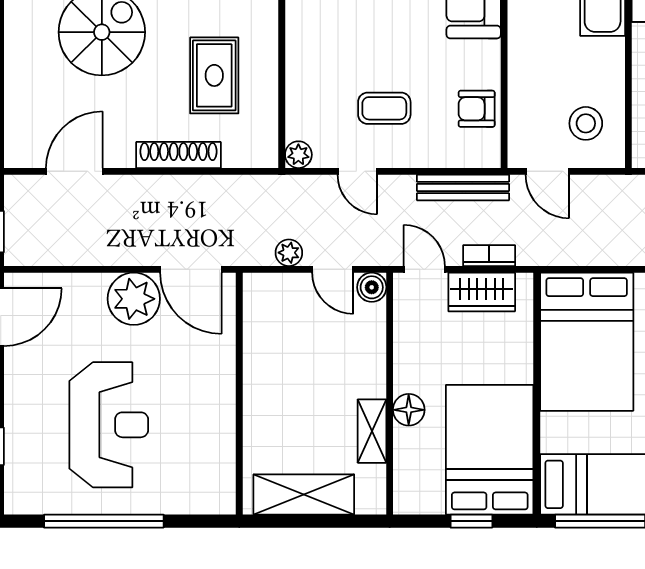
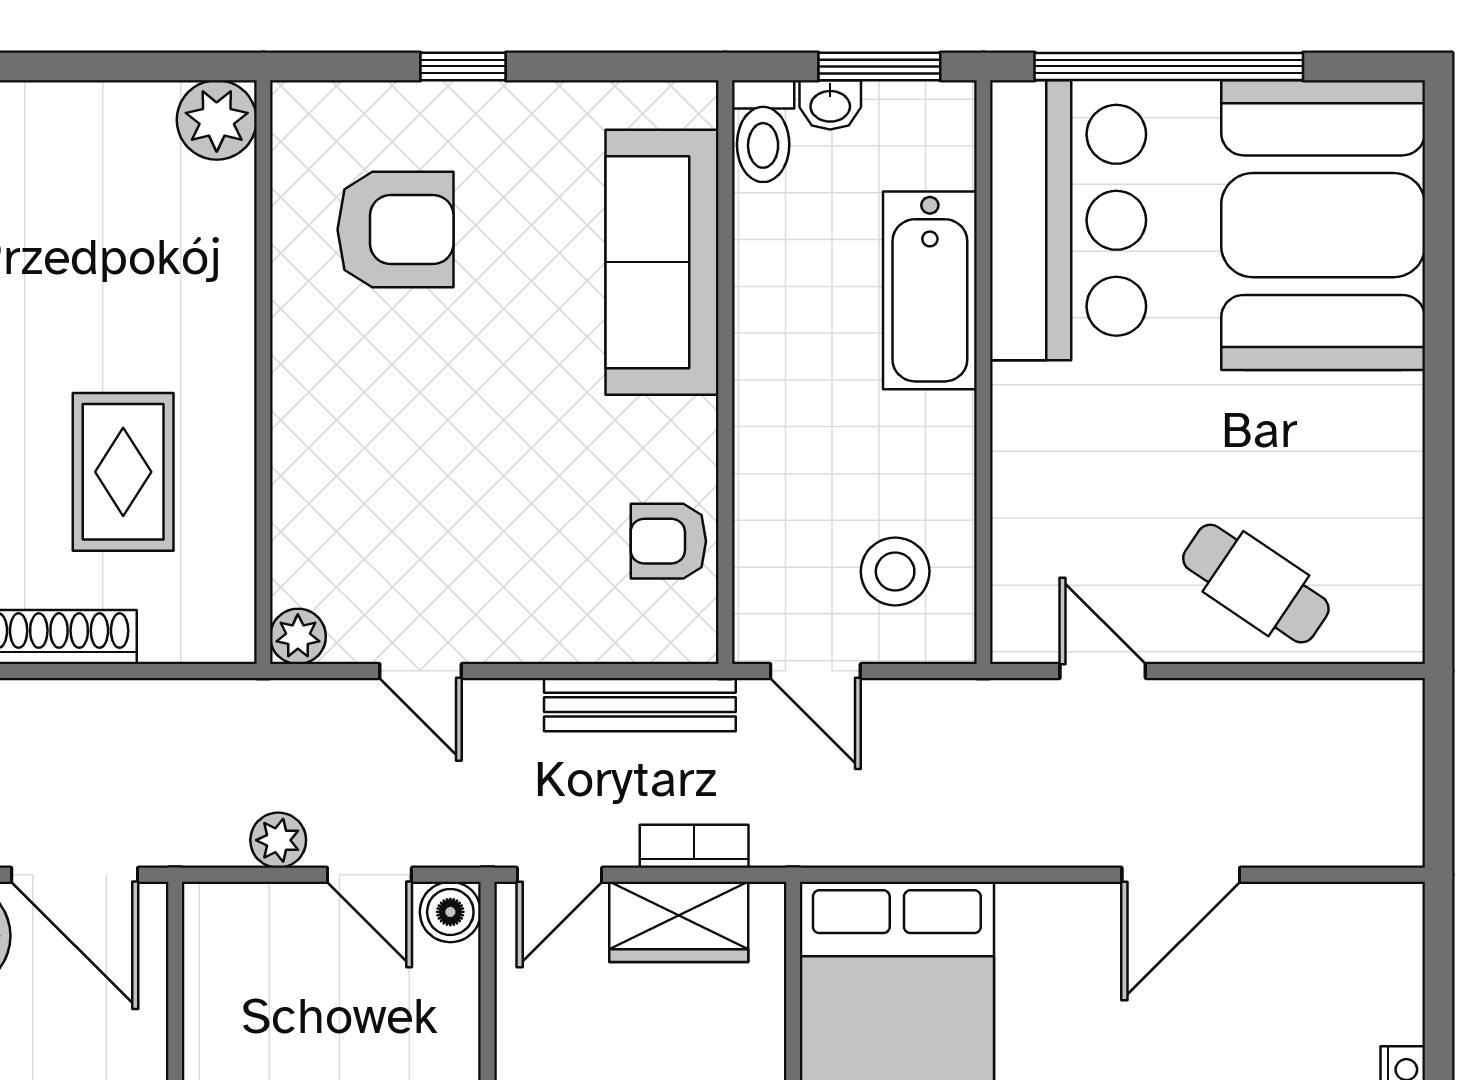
coffee table: (384, 108) -> (477, 540), removed
door: (424, 269) -> (560, 875), swing flipped

